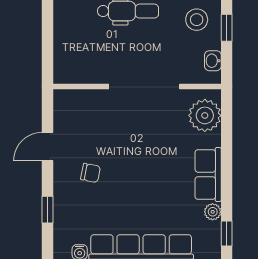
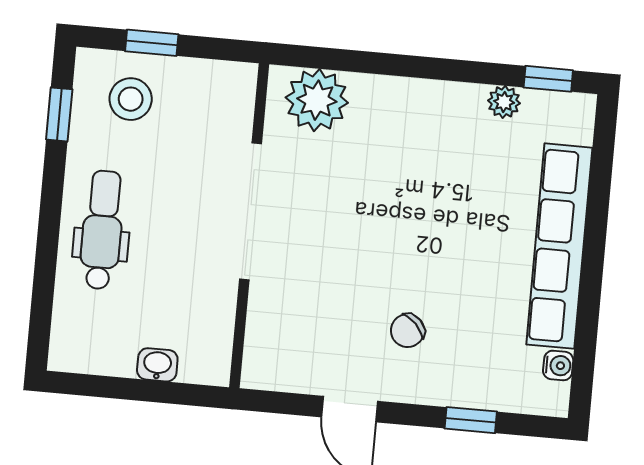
washbasin: (213, 61) -> (157, 365), moved, turned 180
chair: (91, 173) -> (408, 331), turned -145
row of seats: (208, 174) -> (431, 104), removed

